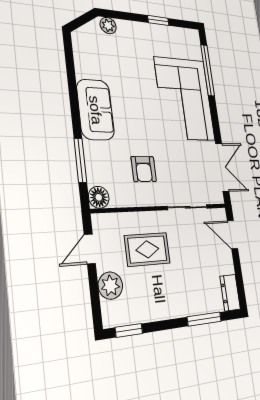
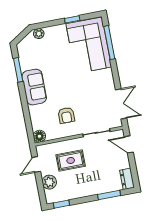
corner sofa: (185, 99) -> (89, 45), moved
window: (80, 160) -> (18, 70), moved

